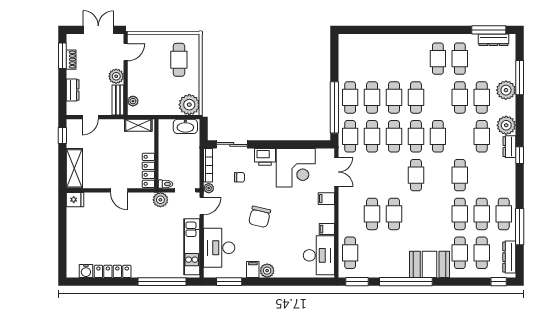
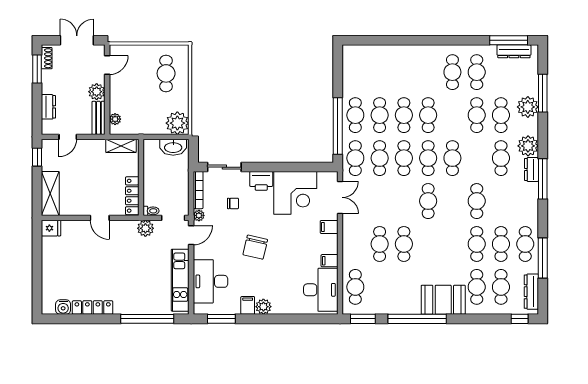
shoe rack: (71, 60) -> (47, 58), moved
window: (520, 155) -> (543, 179), width x2.17

